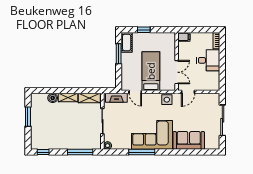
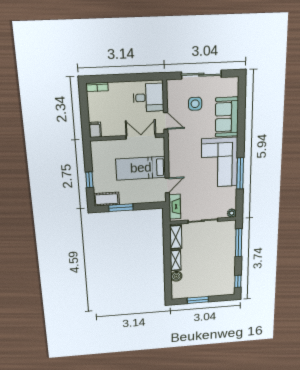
desk: (208, 60) -> (149, 98), moved, turned 90
side table: (167, 100) -> (195, 104), moved

